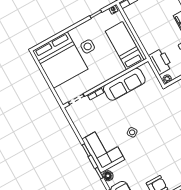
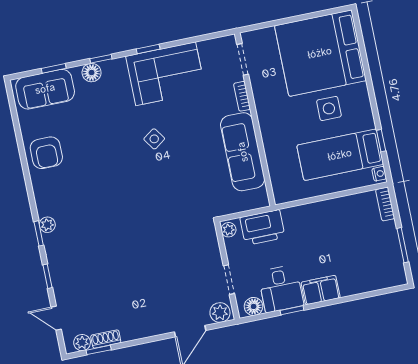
bed: (125, 46) -> (340, 155), moved, turned 180
corner sofa: (103, 149) -> (166, 74), moved

